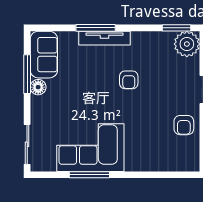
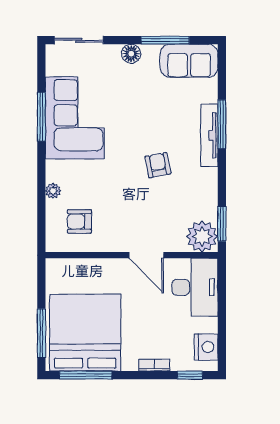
armchair: (129, 80) -> (158, 165), turned 79
floor lamp: (38, 87) -> (131, 54), moved
armchair: (184, 125) -> (79, 221), moved
plant: (150, 165) -> (53, 191), added

